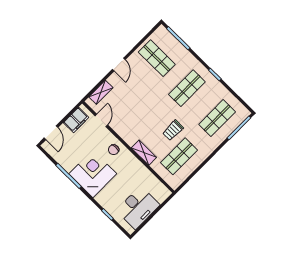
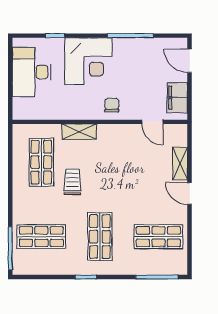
shelving: (101, 92) -> (180, 164), moved
shop shelf: (217, 118) -> (41, 237), turned 90
corner desk: (93, 174) -> (88, 61), moved

